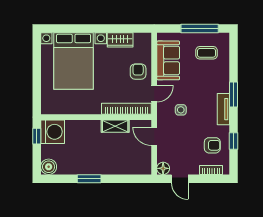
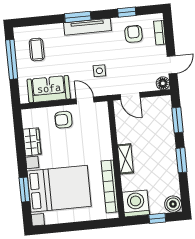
window: (76, 28) -> (24, 190), added
bookcase: (126, 109) -> (110, 186), moved
tv unit: (223, 109) -> (88, 27), width x1.41
shelving: (115, 126) -> (125, 159), moved
window: (37, 136) -> (157, 218), moved
door: (154, 136) -> (130, 96), hinge flipped
window: (127, 179) -> (177, 120), added

